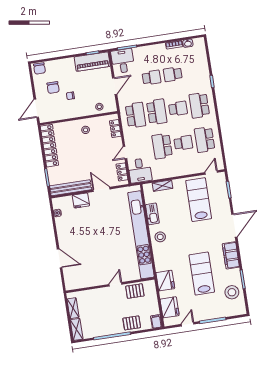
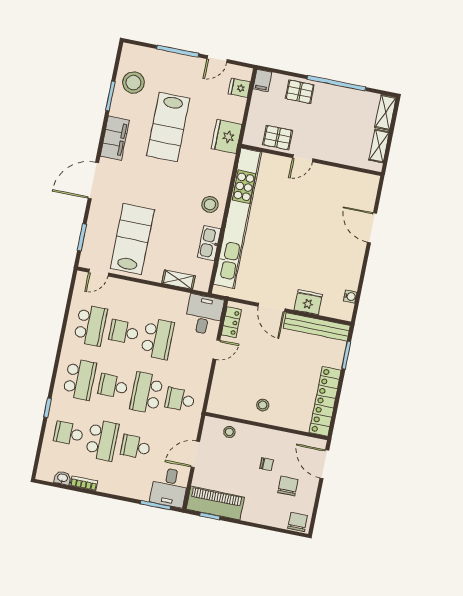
school desk: (194, 71) -> (69, 433), added
school desk: (173, 74) -> (102, 440), width x1.85
door: (36, 108) -> (324, 464), swing flipped
school desk: (136, 115) -> (180, 400), width x0.54
locker: (115, 129) -> (217, 391), removed
lab bench: (199, 200) -> (132, 239), turned 180
fridge: (170, 307) -> (239, 88), width x0.53, depth x0.75

